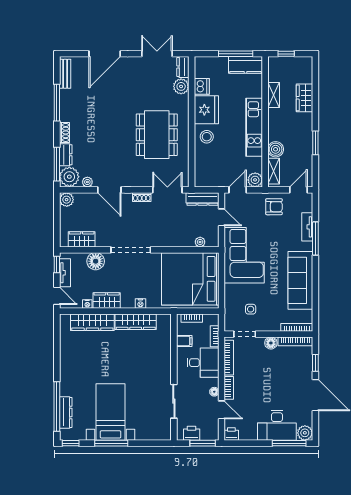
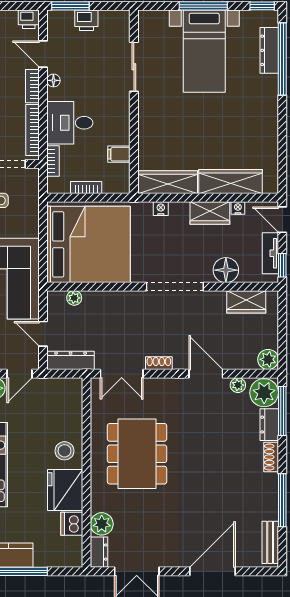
filing cabinet: (184, 341) -> (119, 154), moved
wall: (174, 377) -> (134, 102), moved
sliding door: (174, 401) -> (134, 67), moved

